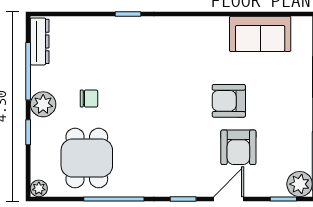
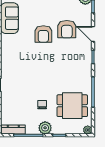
armchair: (238, 147) -> (67, 29), turned 90

